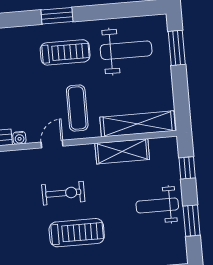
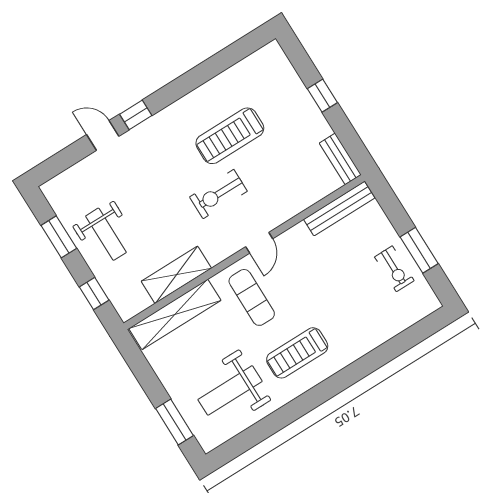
window: (57, 16) -> (327, 389), removed
water cooler: (19, 138) -> (299, 231), removed
weight bench: (157, 205) -> (106, 234), turned 90
treadmill: (77, 233) -> (230, 136), moved

